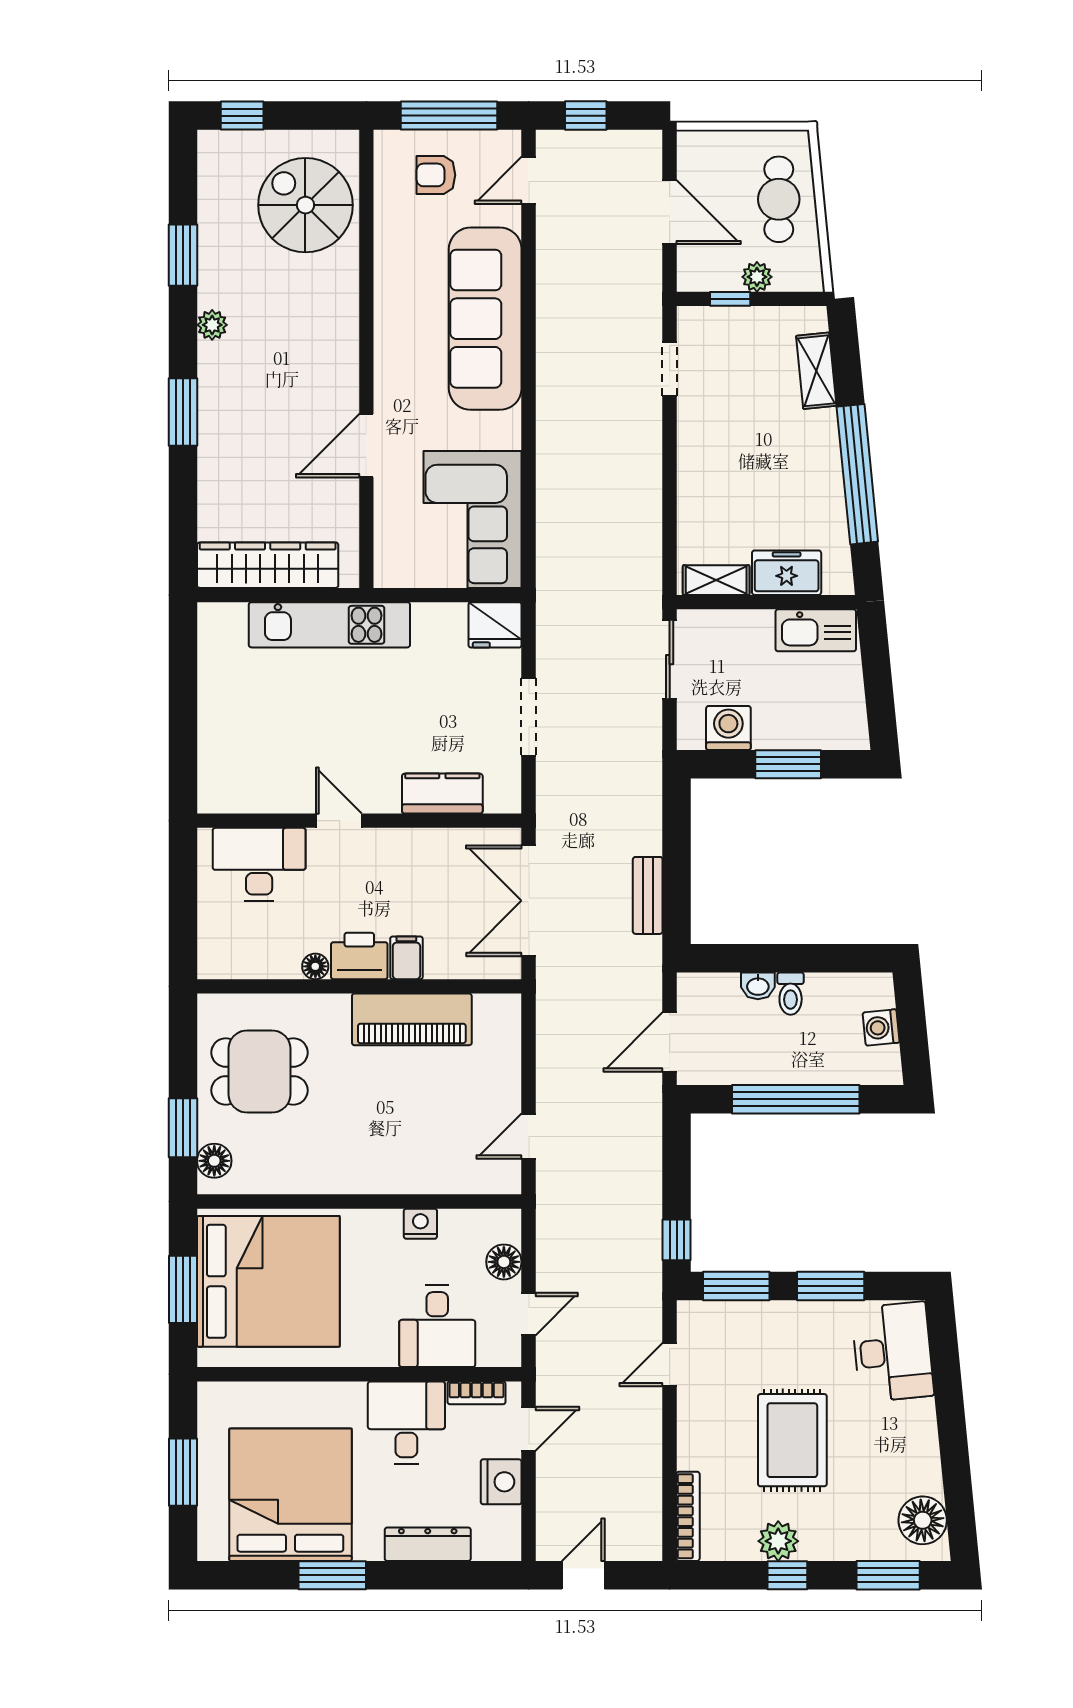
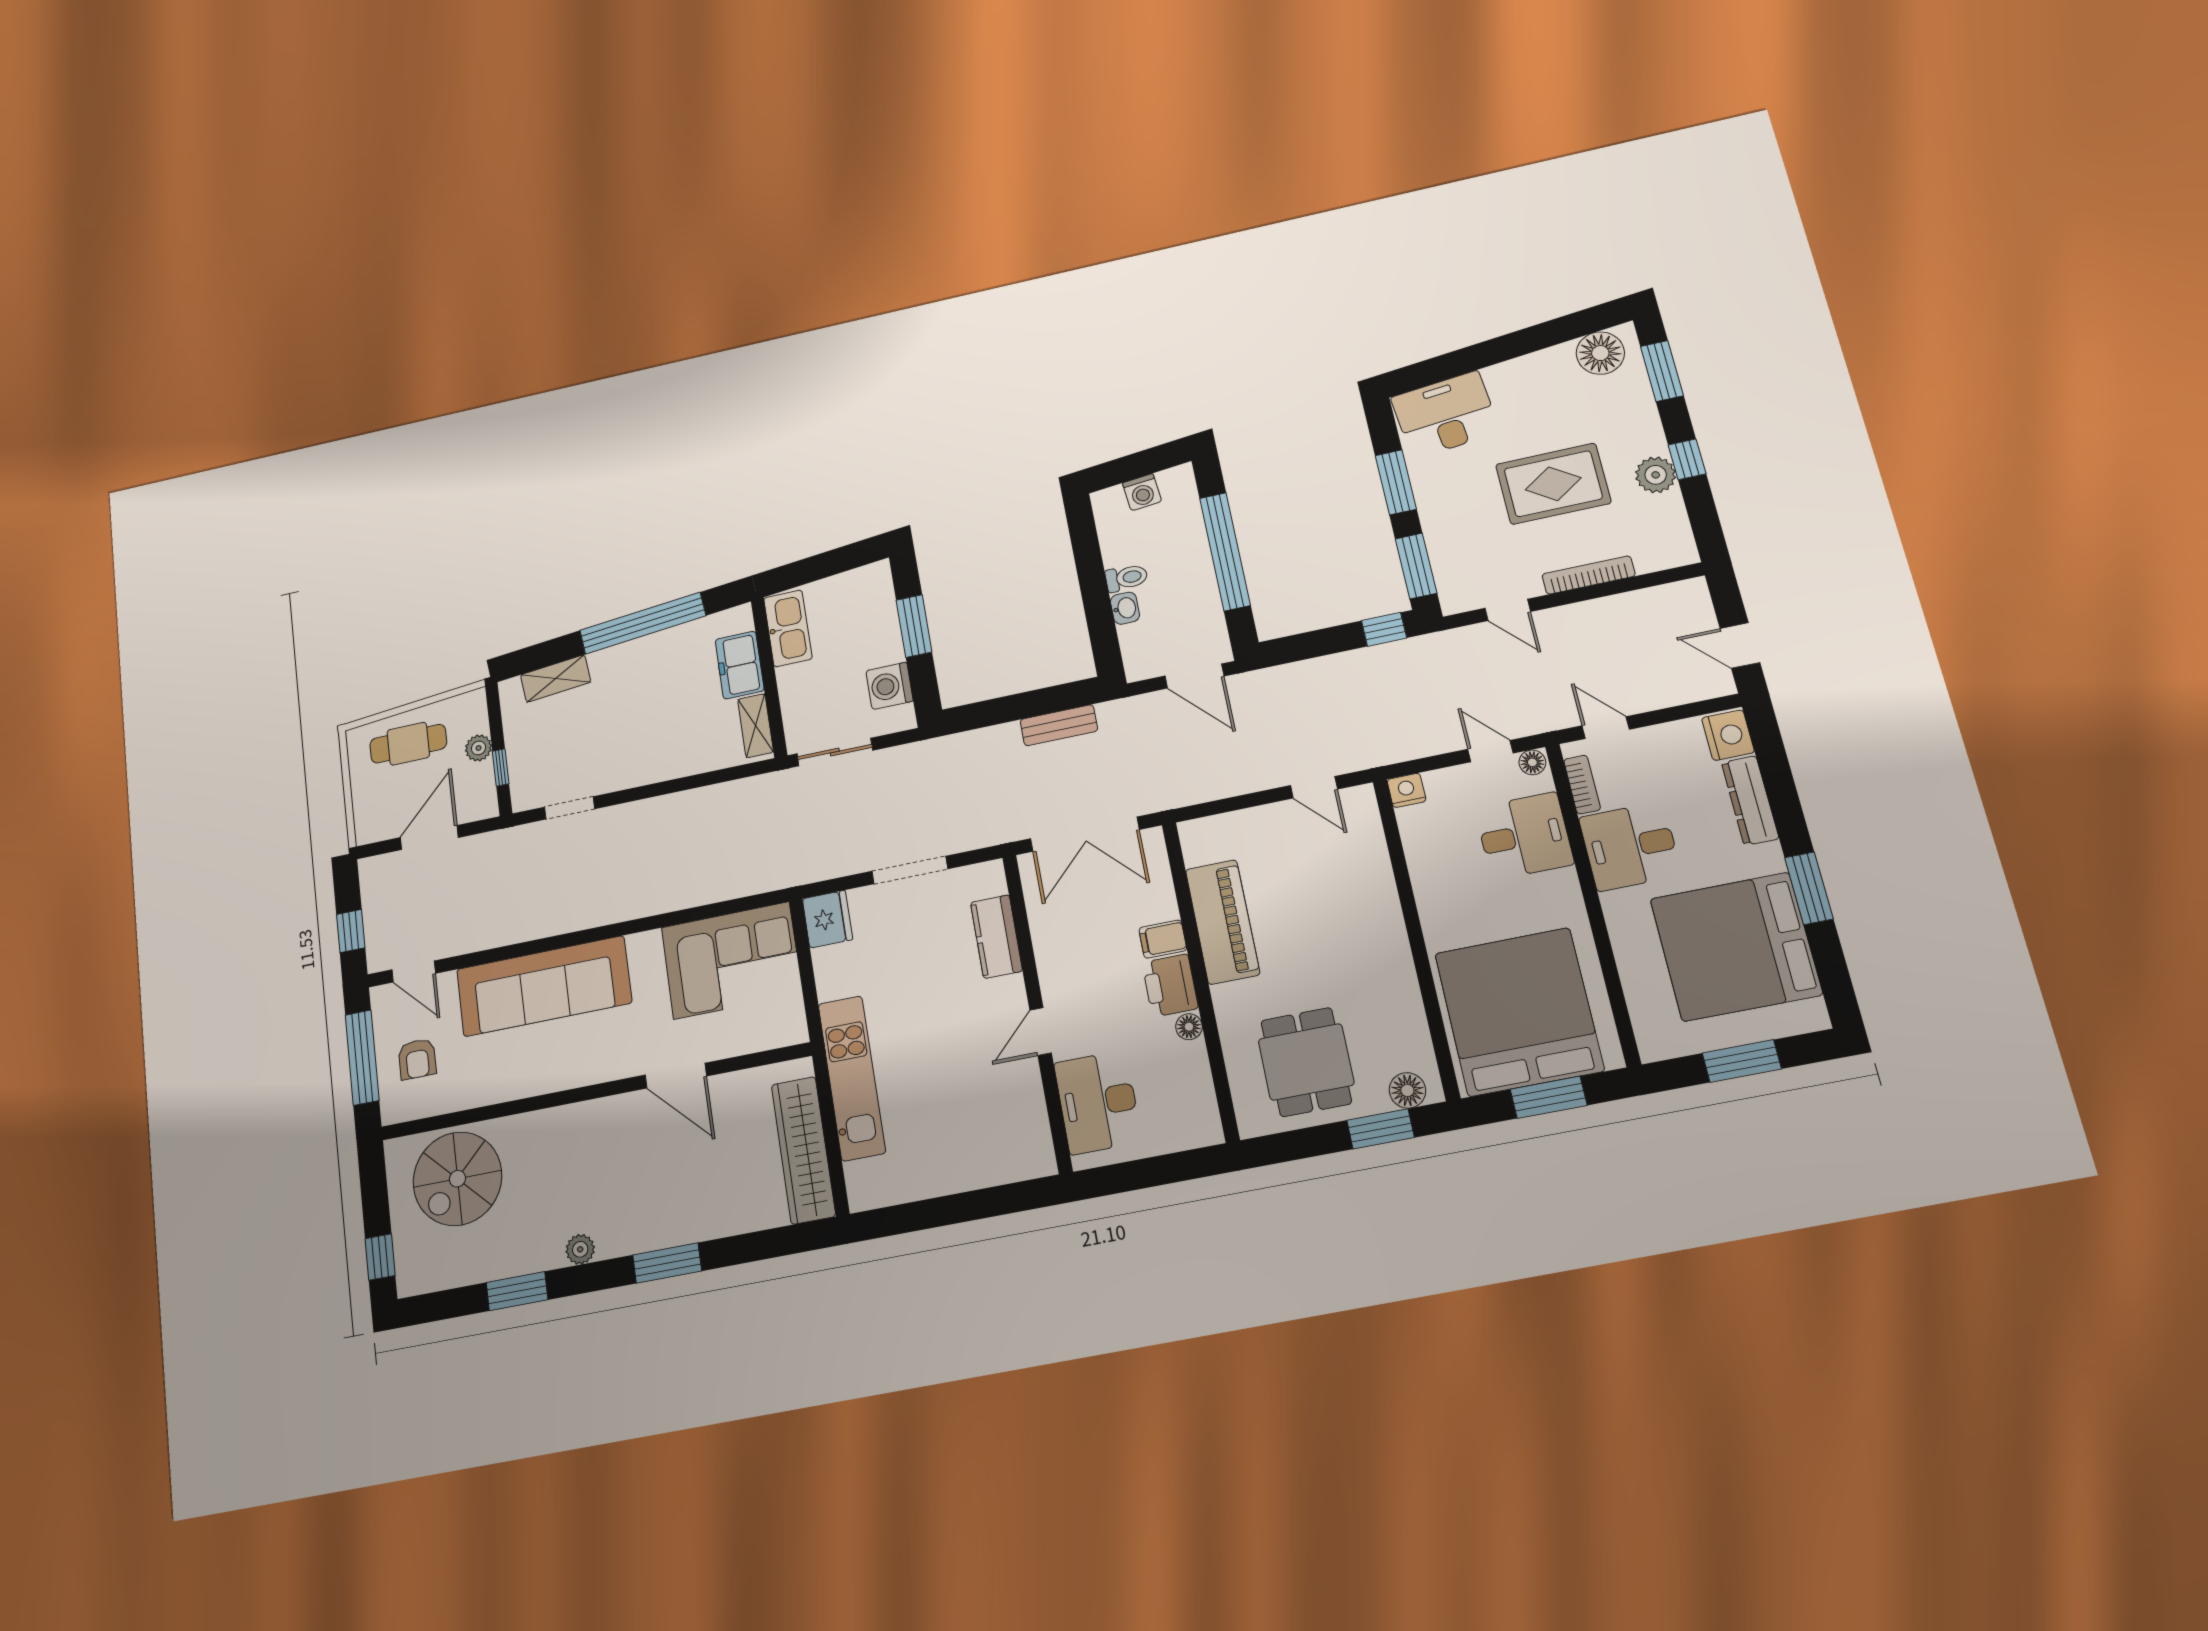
nightstand: (420, 1224) -> (1407, 790), moved, turned 90
floor lamp: (504, 1262) -> (1532, 762), moved, width x0.73, depth x0.73
nightstand: (501, 1482) -> (1728, 735), moved, turned 90
bookcase: (688, 1516) -> (1589, 575), moved

